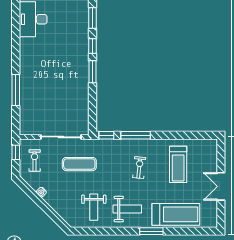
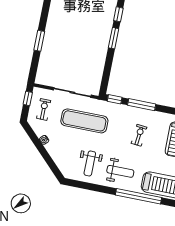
window: (16, 90) -> (39, 41), width x0.69
exercise mat: (79, 164) -> (84, 121), width x1.36, depth x1.45
window: (151, 231) -> (138, 196), width x2.11

